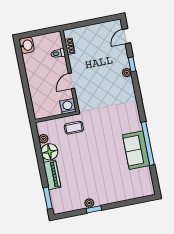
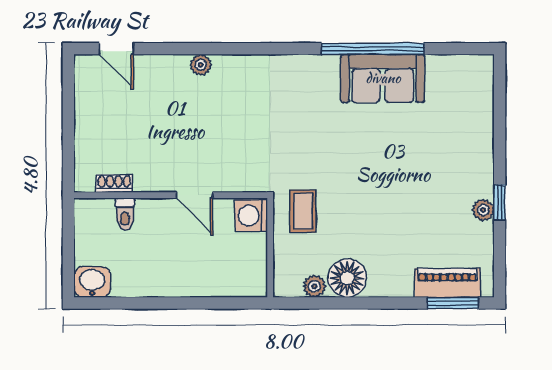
window: (132, 64) -> (184, 49), removed
piano: (52, 175) -> (448, 283), moved

